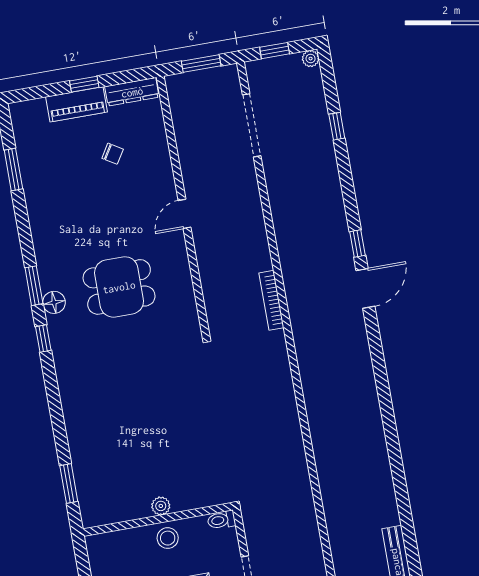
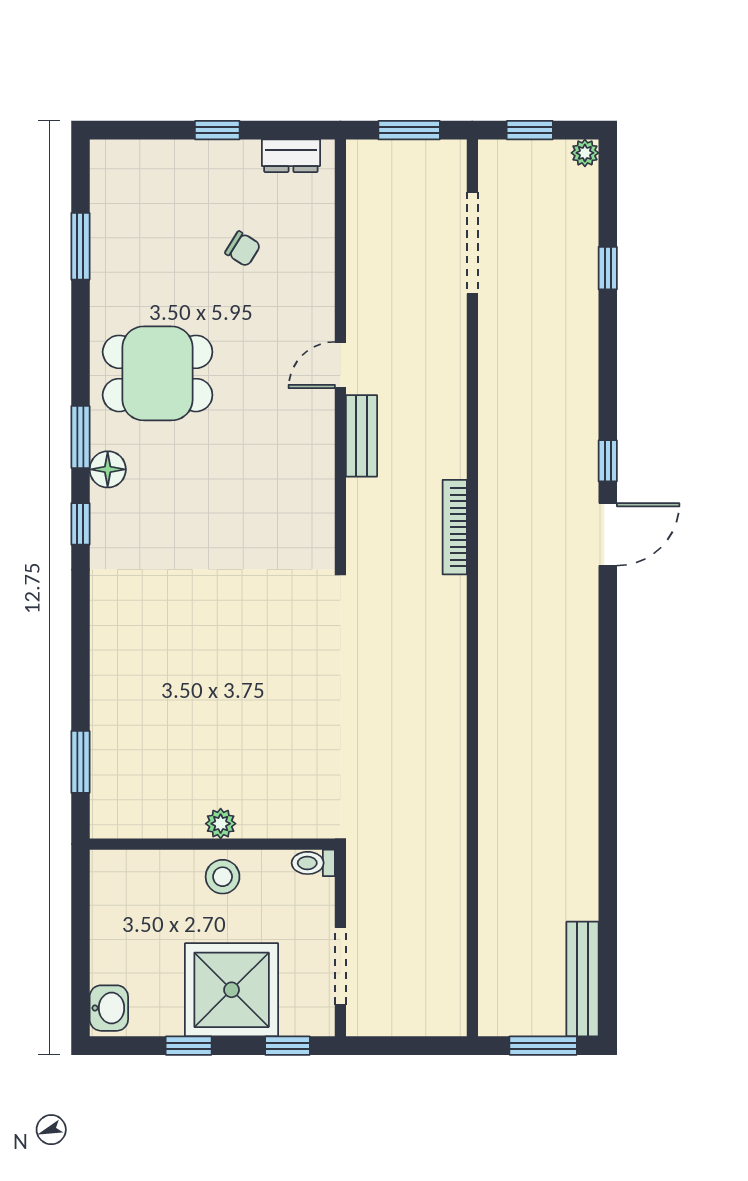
dresser: (132, 92) -> (291, 156), width x0.70
piano: (77, 104) -> (199, 160), removed
bench: (205, 255) -> (362, 436), added
dining table: (119, 287) -> (158, 373), moved

